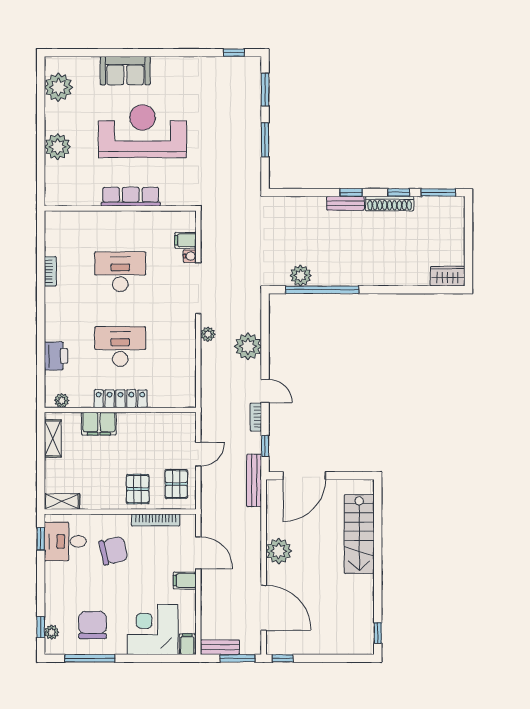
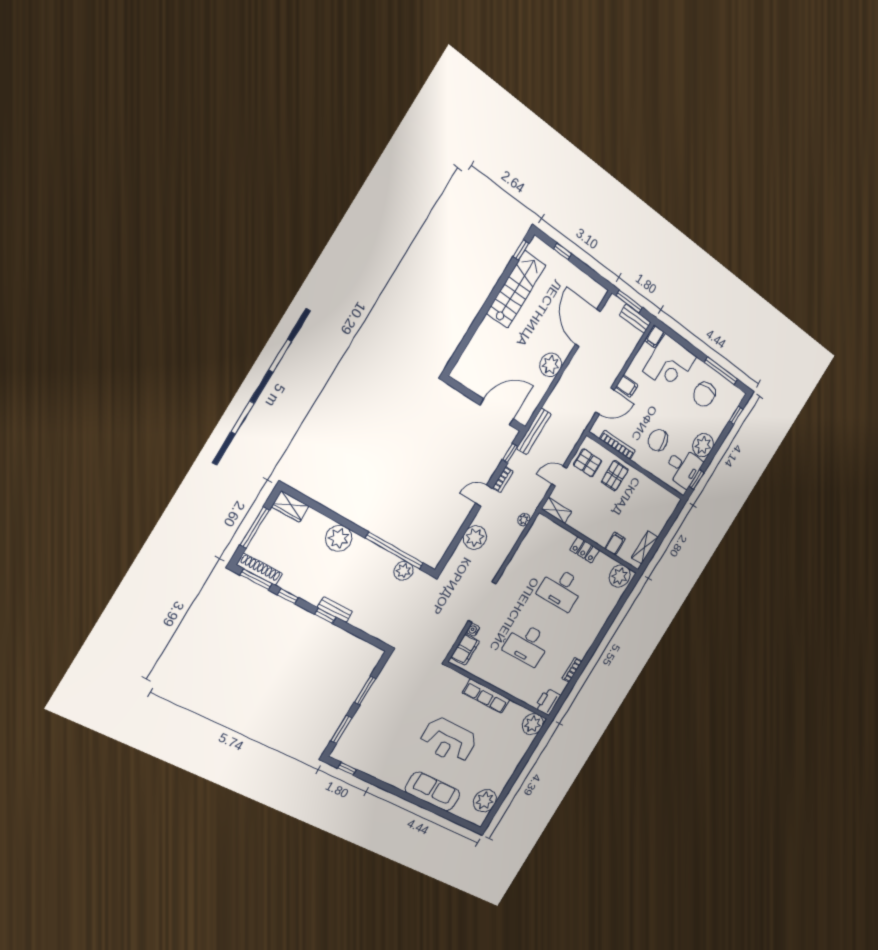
sofa: (125, 71) -> (433, 791), width x1.36
reception desk: (143, 131) -> (448, 741), width x0.74, depth x0.77
plant: (57, 147) -> (533, 724), moved
shoe rack: (390, 203) -> (259, 569), moved
window: (468, 239) -> (255, 528), added
filing cabinet: (185, 240) -> (465, 649), width x2.00
plant: (384, 272) -> (339, 538), added
plant: (208, 334) -> (524, 520), moved
printer: (56, 356) -> (548, 702), moved
door: (265, 391) -> (484, 496), hinge flipped
locker: (120, 399) -> (585, 550), width x0.66
plant: (62, 401) -> (620, 576), width x1.88, depth x1.88
filing cabinet: (99, 424) -> (615, 544), width x0.50
pallet: (176, 484) -> (588, 463), turned 90
shelving: (62, 501) -> (557, 510), moved
stairs: (359, 534) -> (516, 289), moved
door: (198, 553) -> (605, 401), swing flipped
plant: (52, 632) -> (703, 445), moved, width x1.87, depth x1.87
window: (283, 658) -> (562, 251), moved

